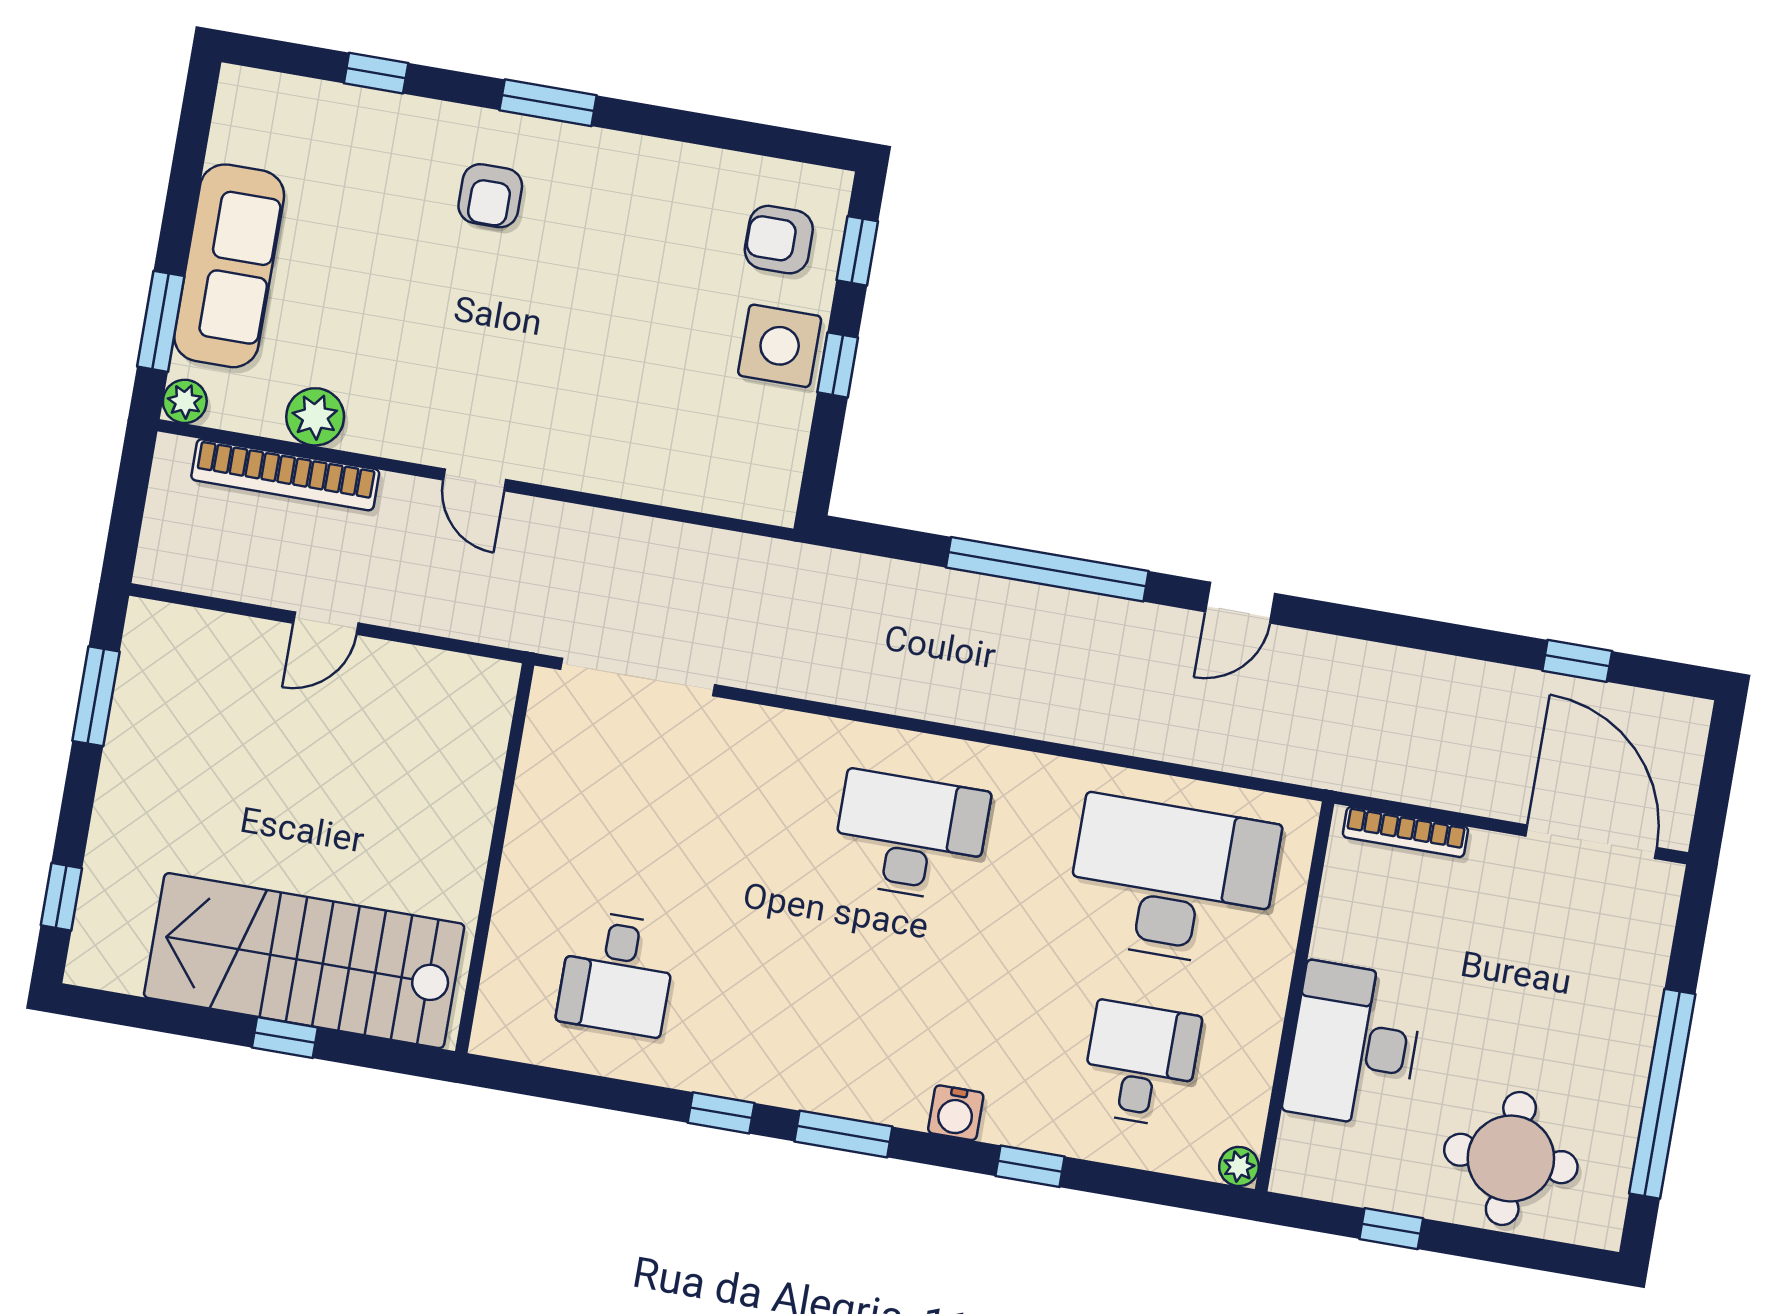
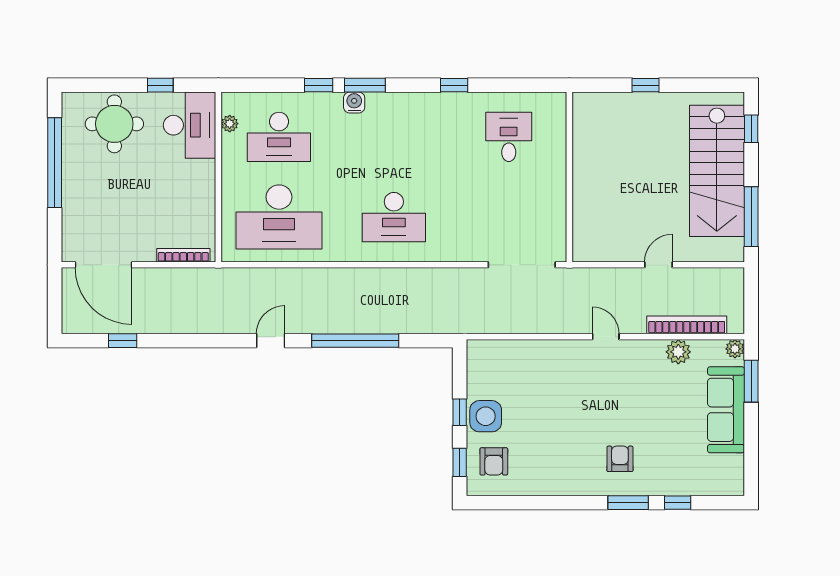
window: (548, 103) -> (628, 503), moved
armchair: (779, 240) -> (494, 461), turned 90
window: (96, 696) -> (751, 217), width x1.44
stairs: (304, 961) -> (717, 171), moved, turned 90
desk: (1354, 1045) -> (190, 125), moved
desk: (1141, 1064) -> (279, 137), width x1.37
window: (843, 1134) -> (365, 85), moved
plant: (1239, 1166) -> (230, 124), moved

